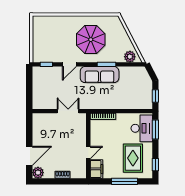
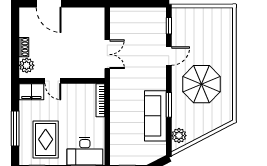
door: (69, 64) -> (169, 56), swing flipped
sofa: (100, 75) -> (155, 116), moved
rug: (133, 158) -> (46, 139), turned 90
plant: (38, 173) -> (27, 65), moved

